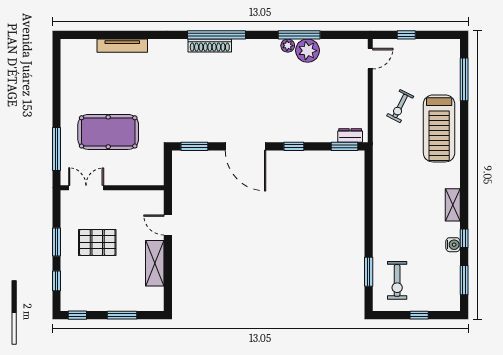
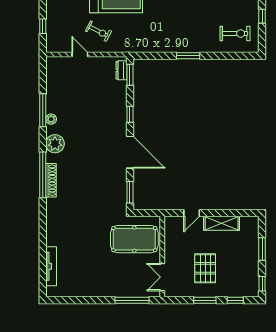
tv unit: (122, 46) -> (51, 266), moved
plant: (308, 51) -> (55, 144), moved
door: (370, 59) -> (80, 55), moved
pool table: (108, 132) -> (134, 239), moved, turned 90
door: (246, 146) -> (130, 152), hinge flipped
window: (369, 272) -> (188, 56), moved

